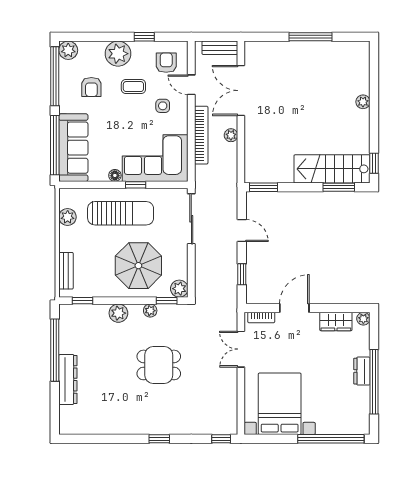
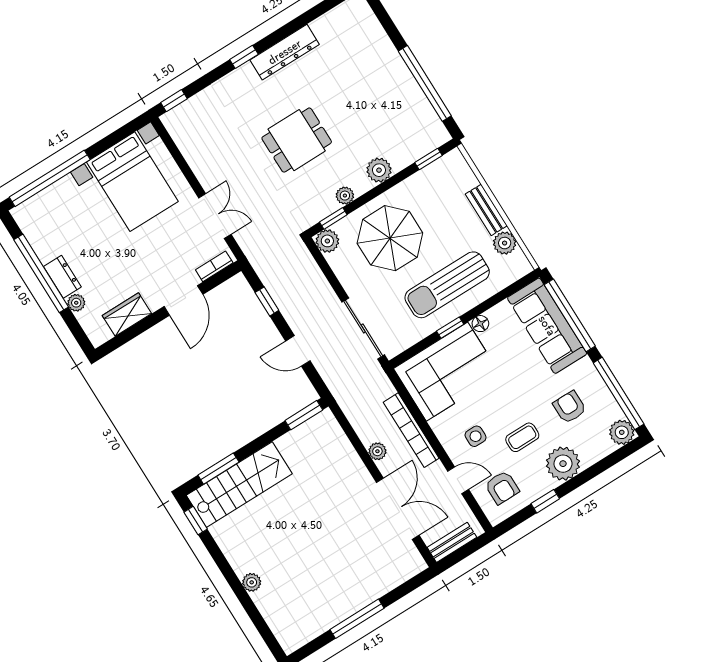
bench: (66, 271) -> (486, 210), moved
plant: (363, 319) -> (76, 303), moved
dresser: (68, 379) -> (285, 52), moved, turned -90

